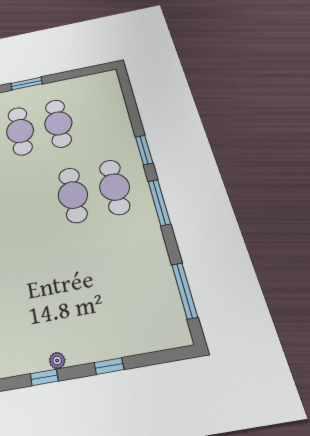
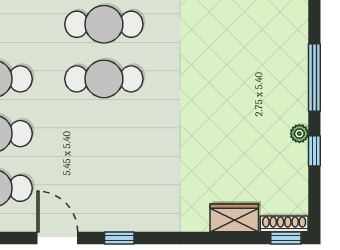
window: (109, 366) -> (314, 78), width x2.17

